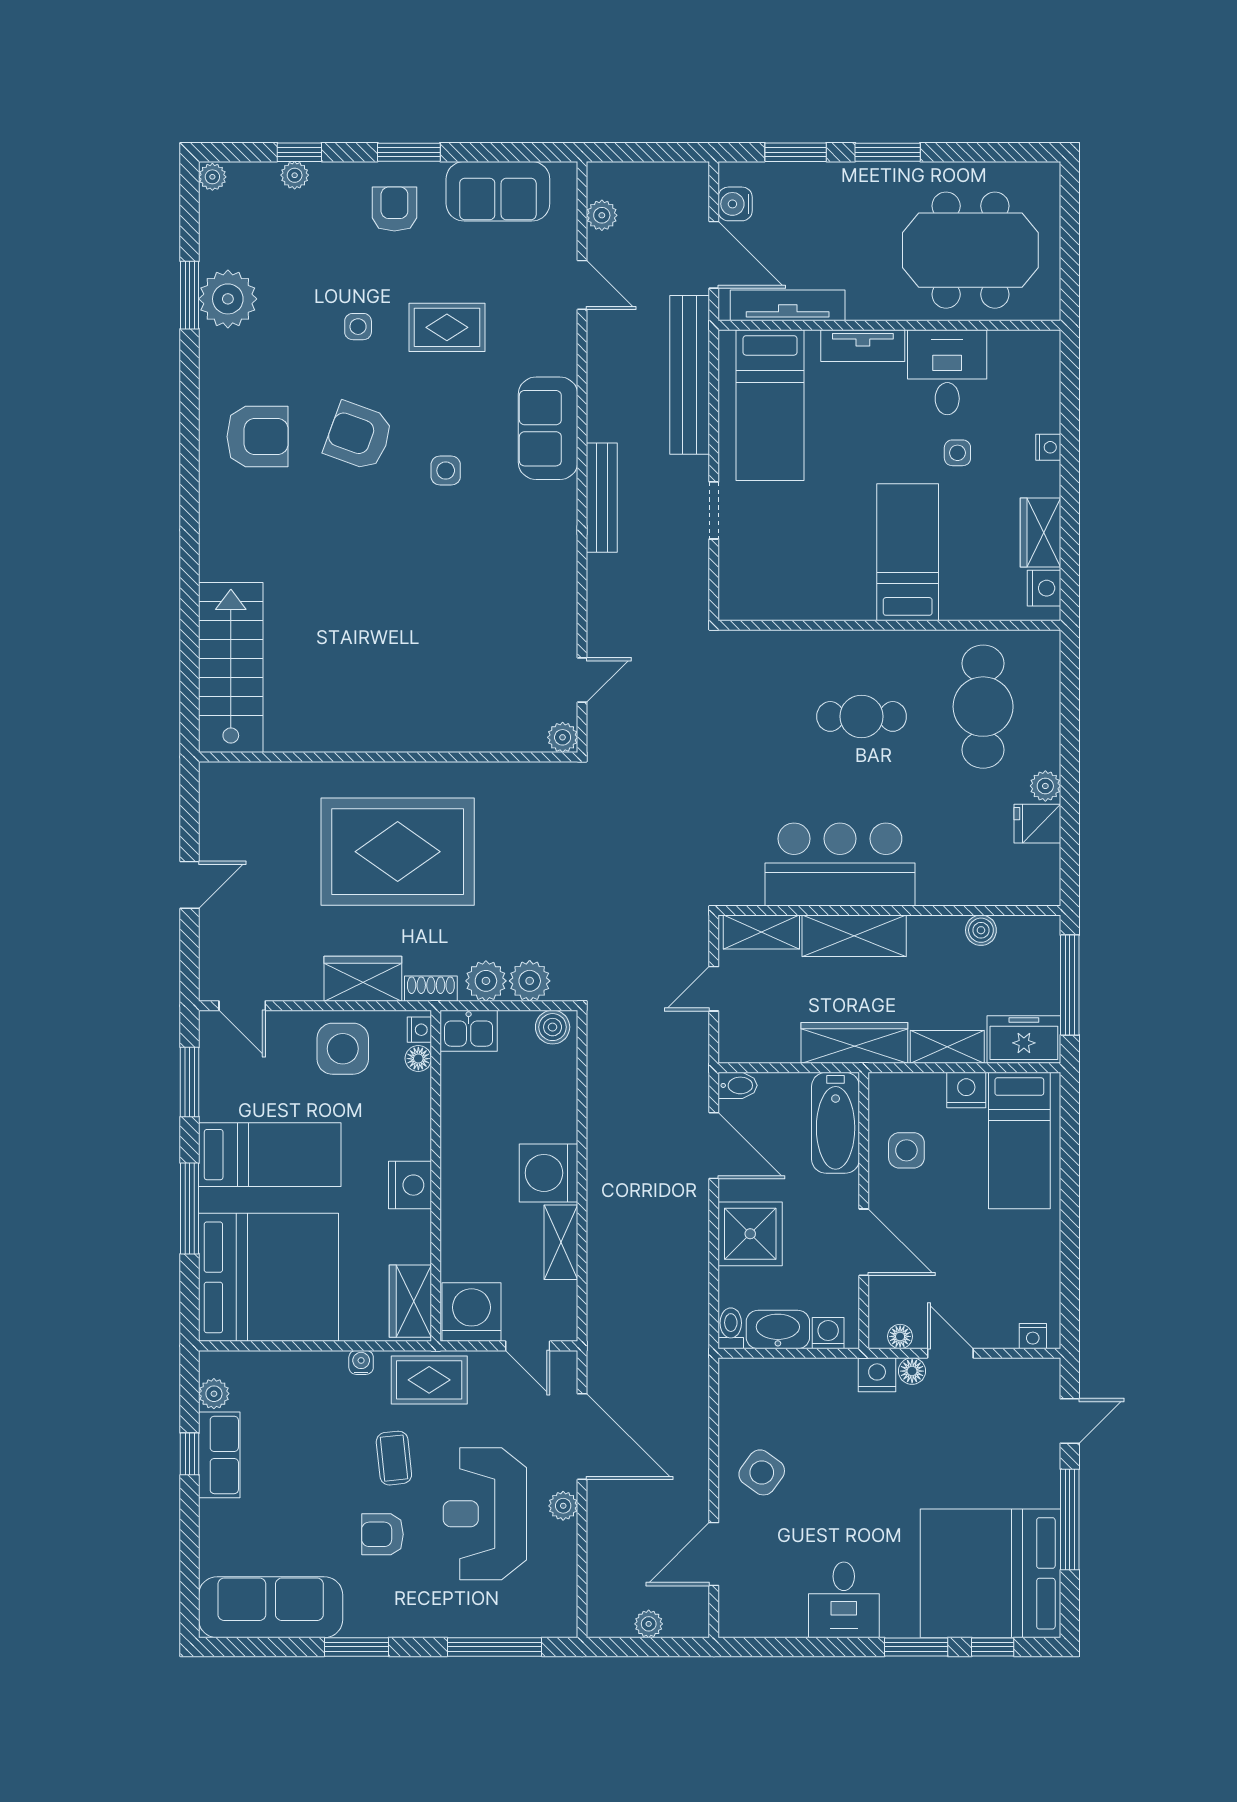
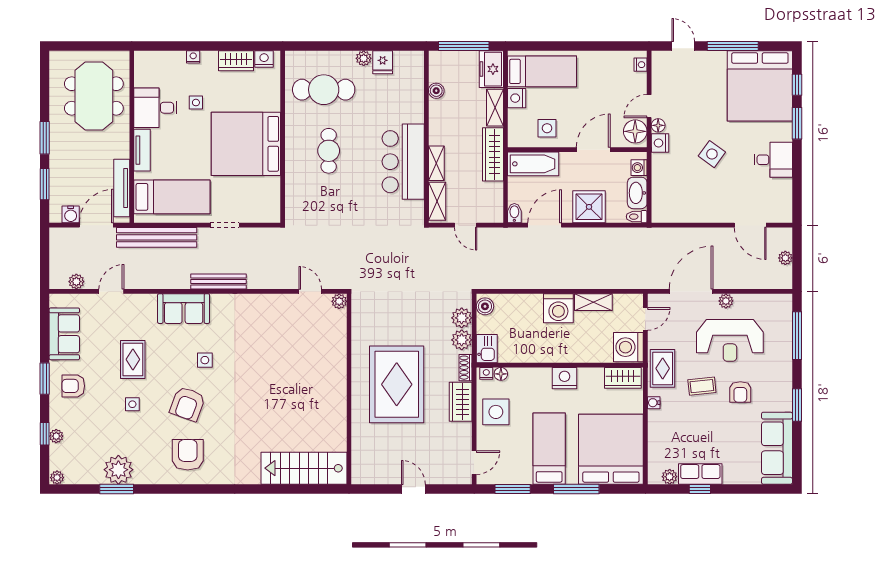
bed: (908, 552) -> (246, 144), width x2.04
shelving: (854, 936) -> (436, 163), width x0.67, depth x0.75
floor lamp: (900, 1336) -> (635, 131), width x1.89, depth x1.89
side table: (762, 1472) -> (712, 154), moved

